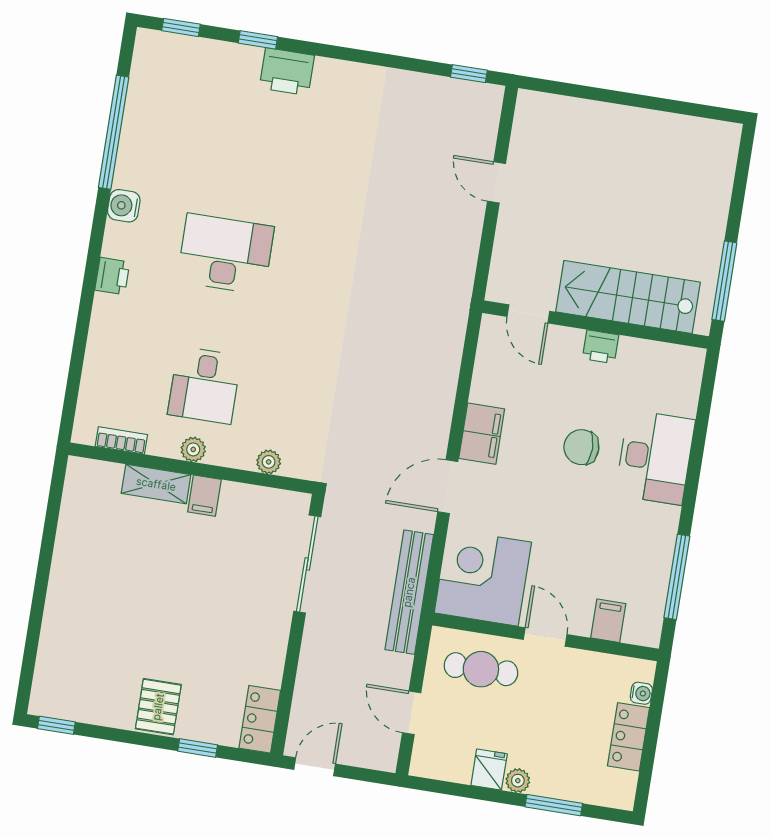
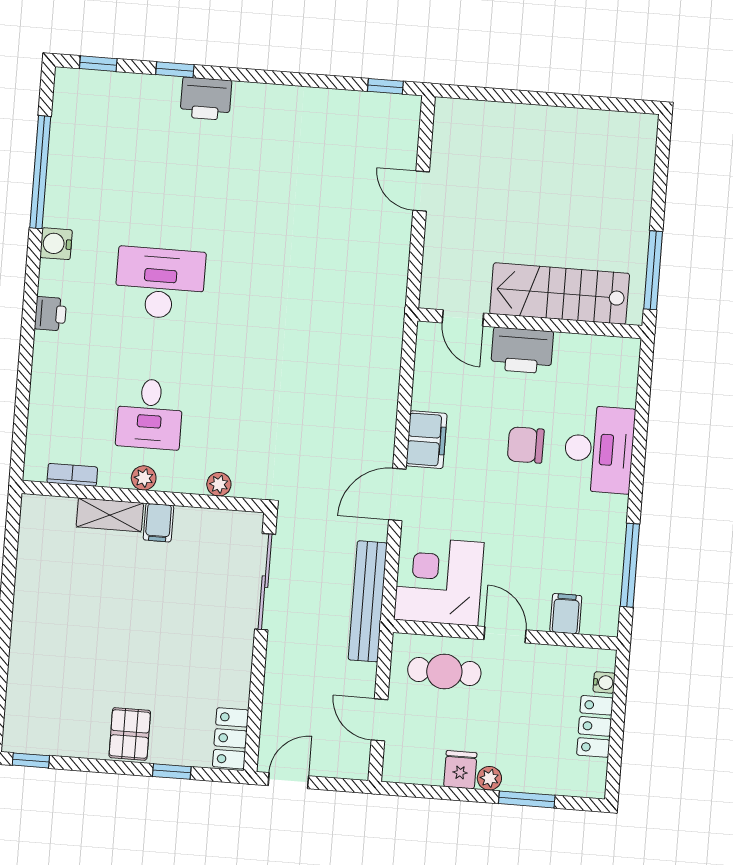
printer: (601, 347) -> (522, 351), width x1.87, depth x1.48

